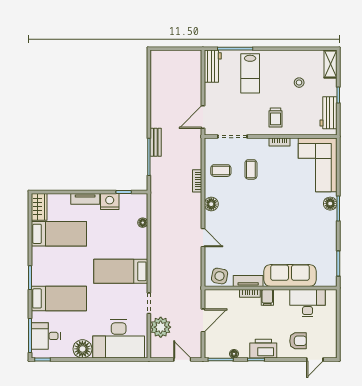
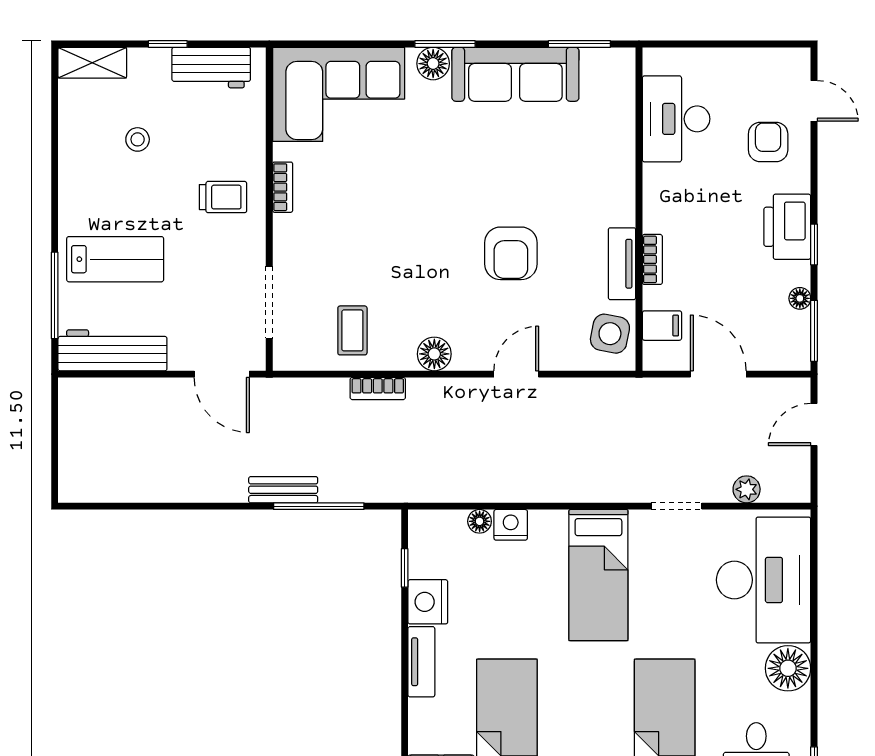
workbench: (213, 66) -> (112, 350), width x1.37
coffee table: (251, 169) -> (350, 257), removed
nightstand: (141, 235) -> (511, 525), added
armchair: (252, 235) -> (511, 253), added
sofa: (290, 276) -> (515, 74), moved, turned -90
filing cabinet: (267, 297) -> (662, 326), moved
plant: (161, 327) -> (747, 489), width x0.53, depth x0.53

